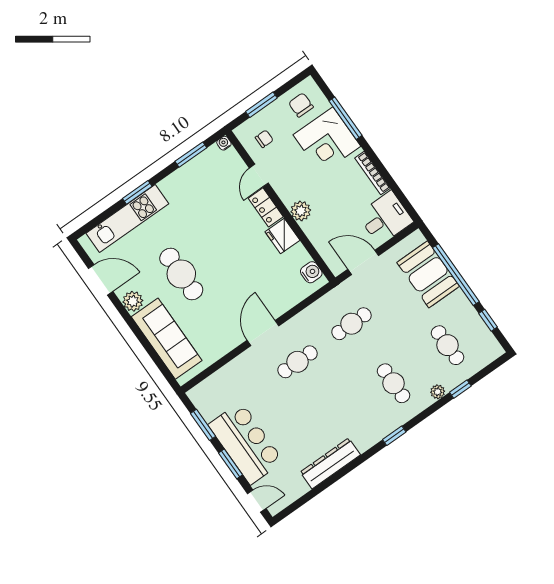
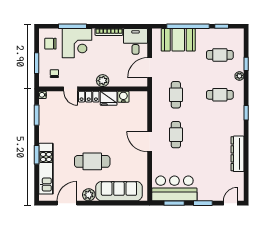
water cooler: (311, 272) -> (123, 97), moved
bar counter: (246, 443) -> (174, 188), moved

